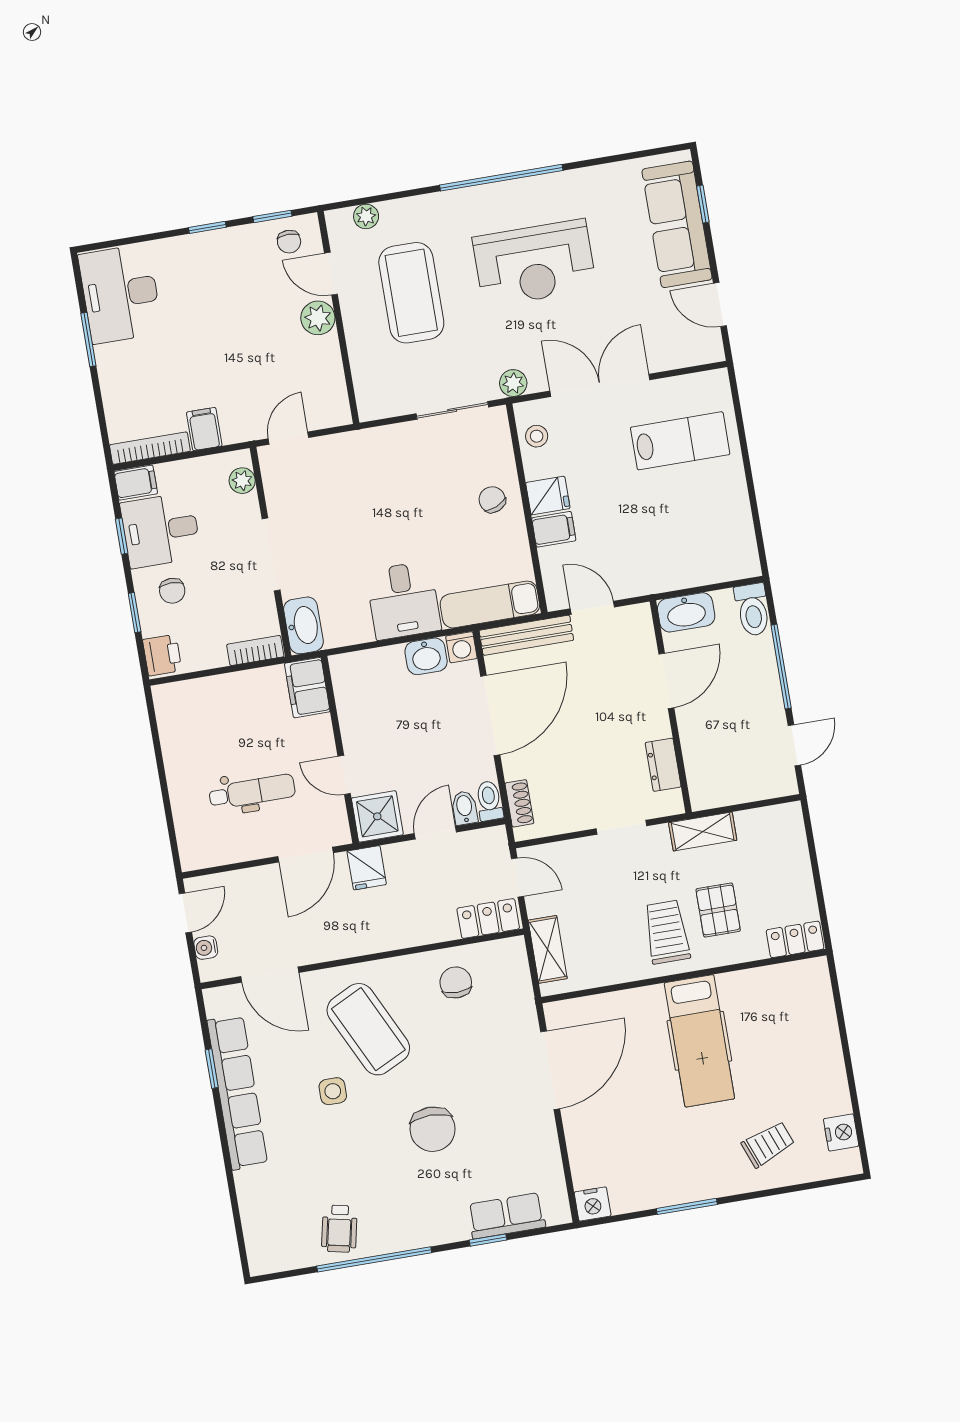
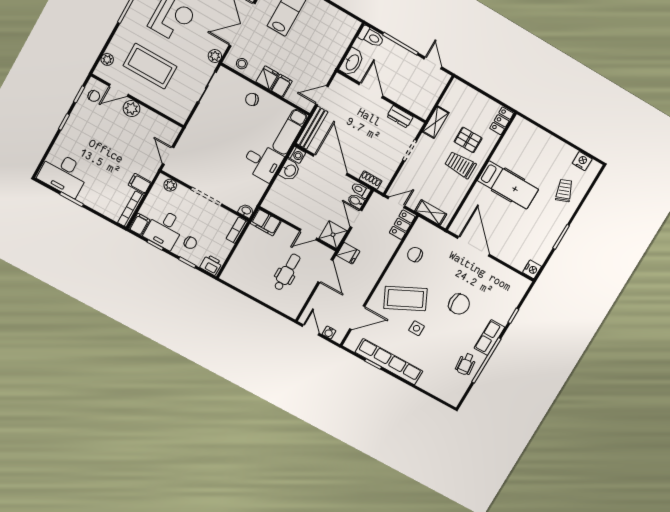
washbasin: (303, 625) -> (246, 211), width x0.52, depth x0.69
row of seats: (506, 1216) -> (489, 338), moved
wheelchair: (339, 1229) -> (466, 364), turned 72

